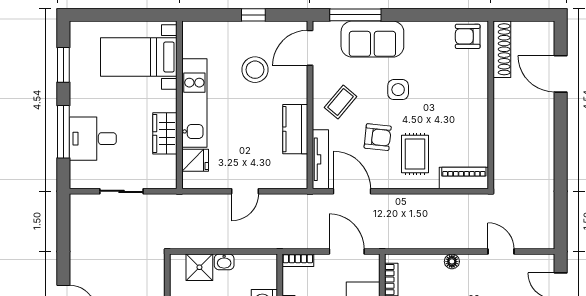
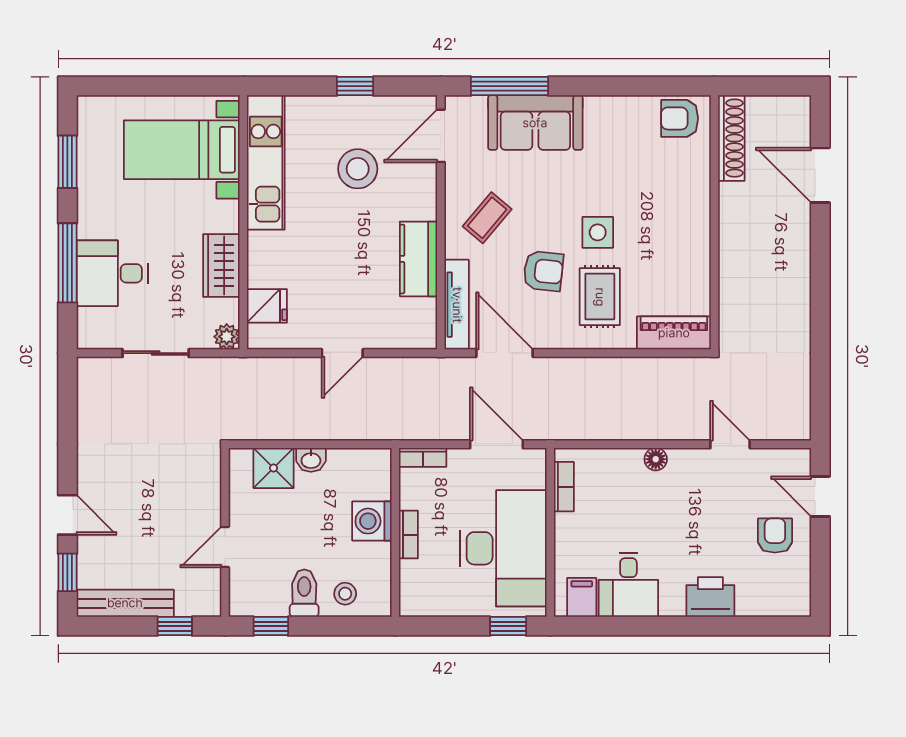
side table: (398, 90) -> (598, 232), moved
kitchen unit: (194, 103) -> (266, 162), moved
plant: (169, 180) -> (227, 337), added

